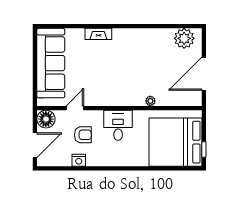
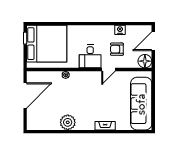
plant: (184, 38) -> (68, 122), moved
door: (75, 108) -> (108, 69), moved

